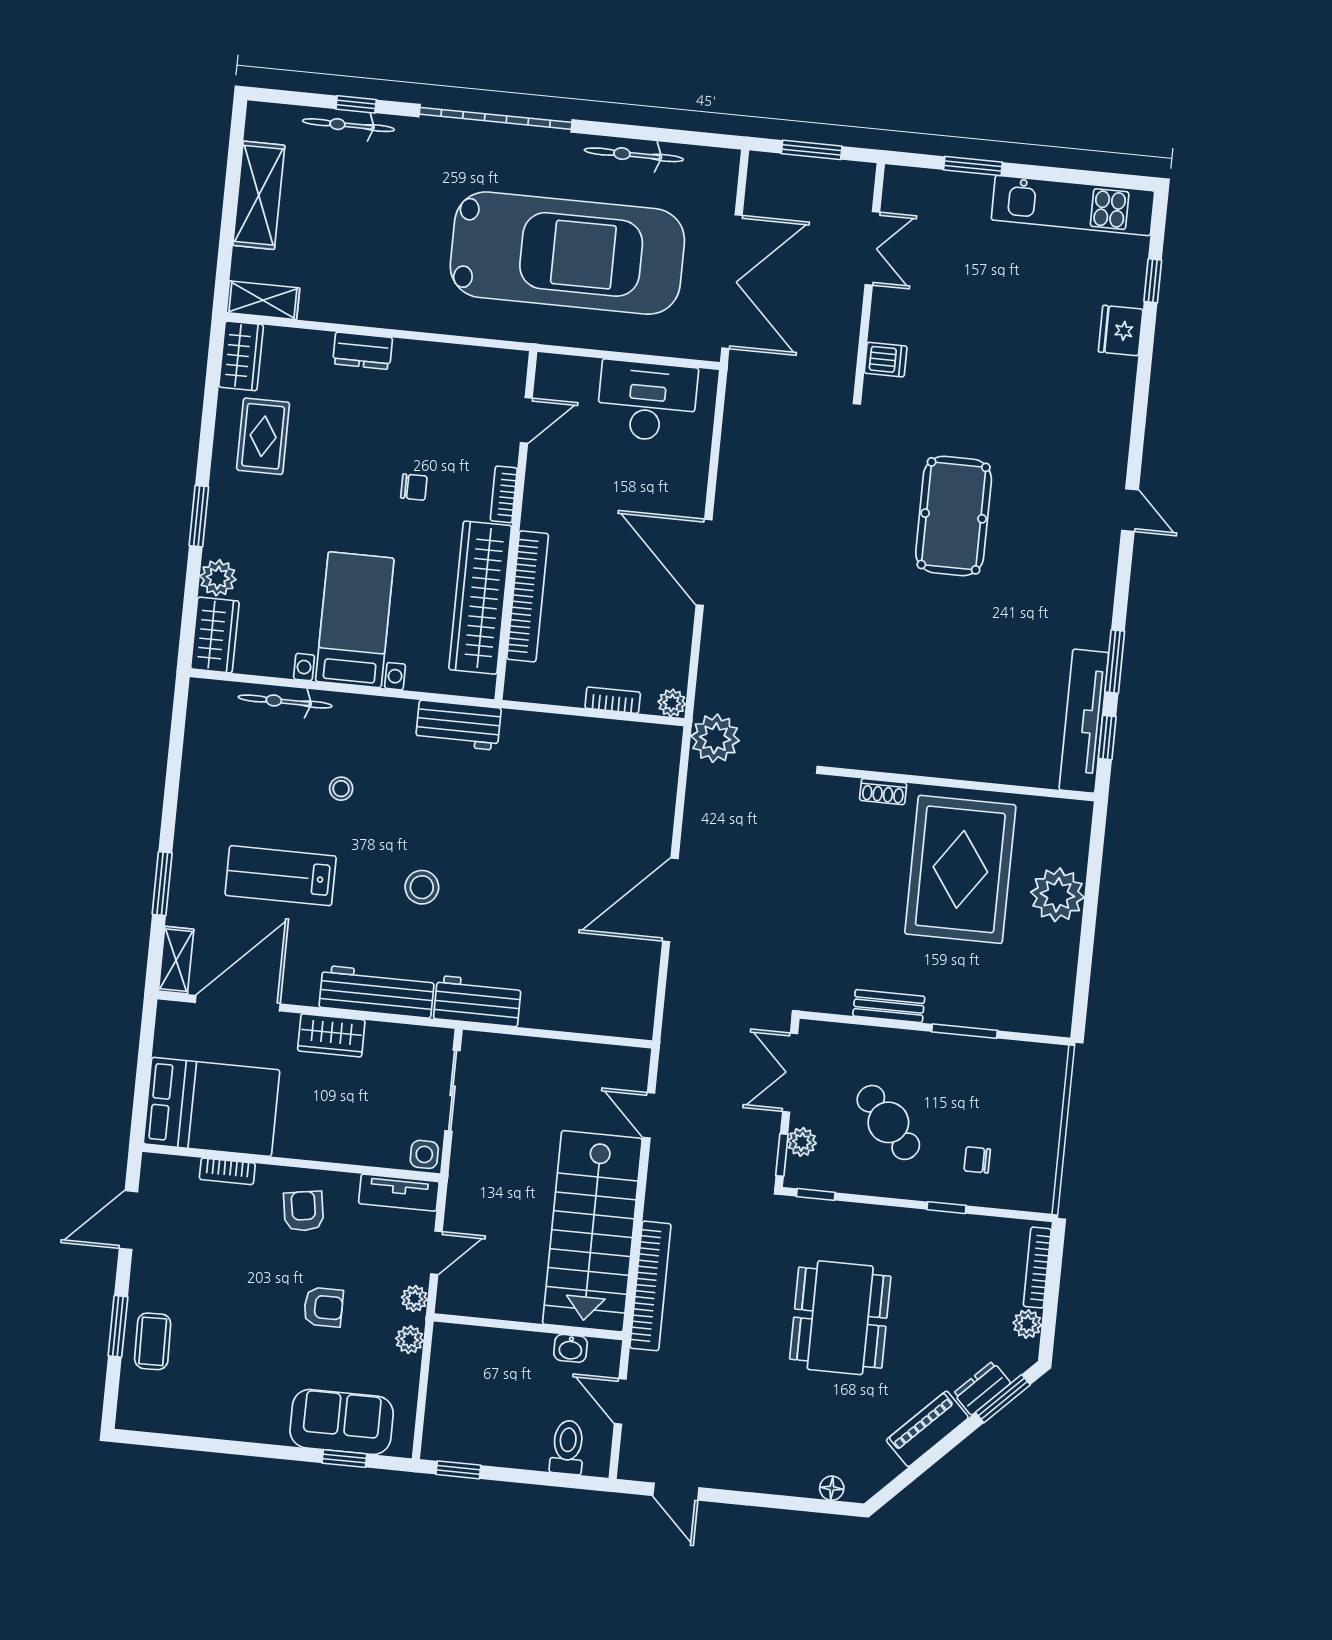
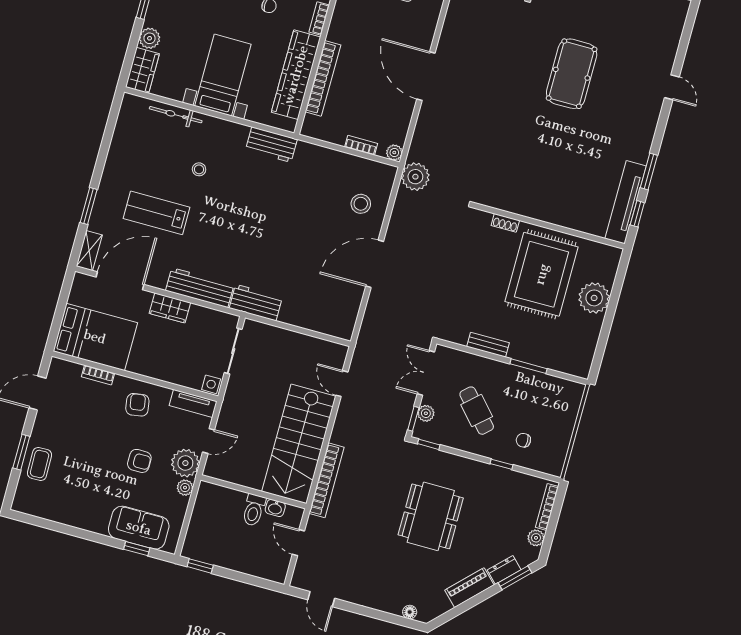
stool: (422, 887) -> (361, 204), moved
plant: (414, 1298) -> (185, 463), width x1.87, depth x1.87
toilet: (567, 1447) -> (254, 510), moved, turned 180

